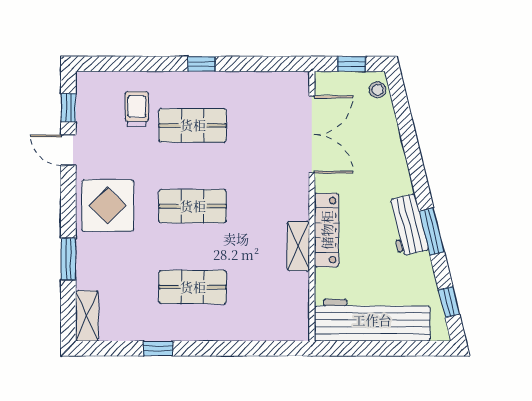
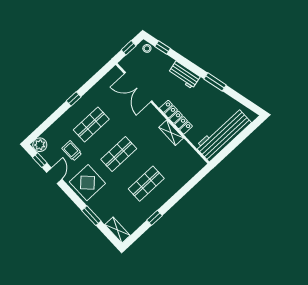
plant: (89, 85) -> (40, 145), added
trolley: (137, 109) -> (72, 151), moved
double door: (312, 135) -> (138, 87), swing flipped
door: (68, 150) -> (54, 176), swing flipped
workbench: (407, 225) -> (184, 75), moved
window: (449, 302) -> (163, 47), moved

